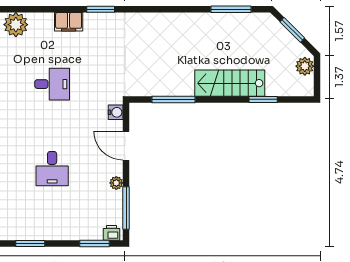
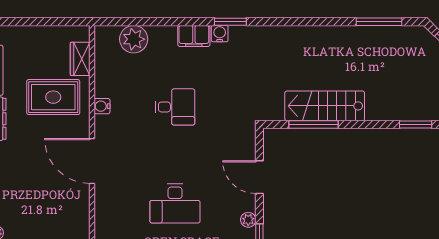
stairs: (230, 83) -> (325, 106), moved
water cooler: (116, 112) -> (220, 34), moved, turned -90
desk: (52, 169) -> (175, 203), width x1.37

